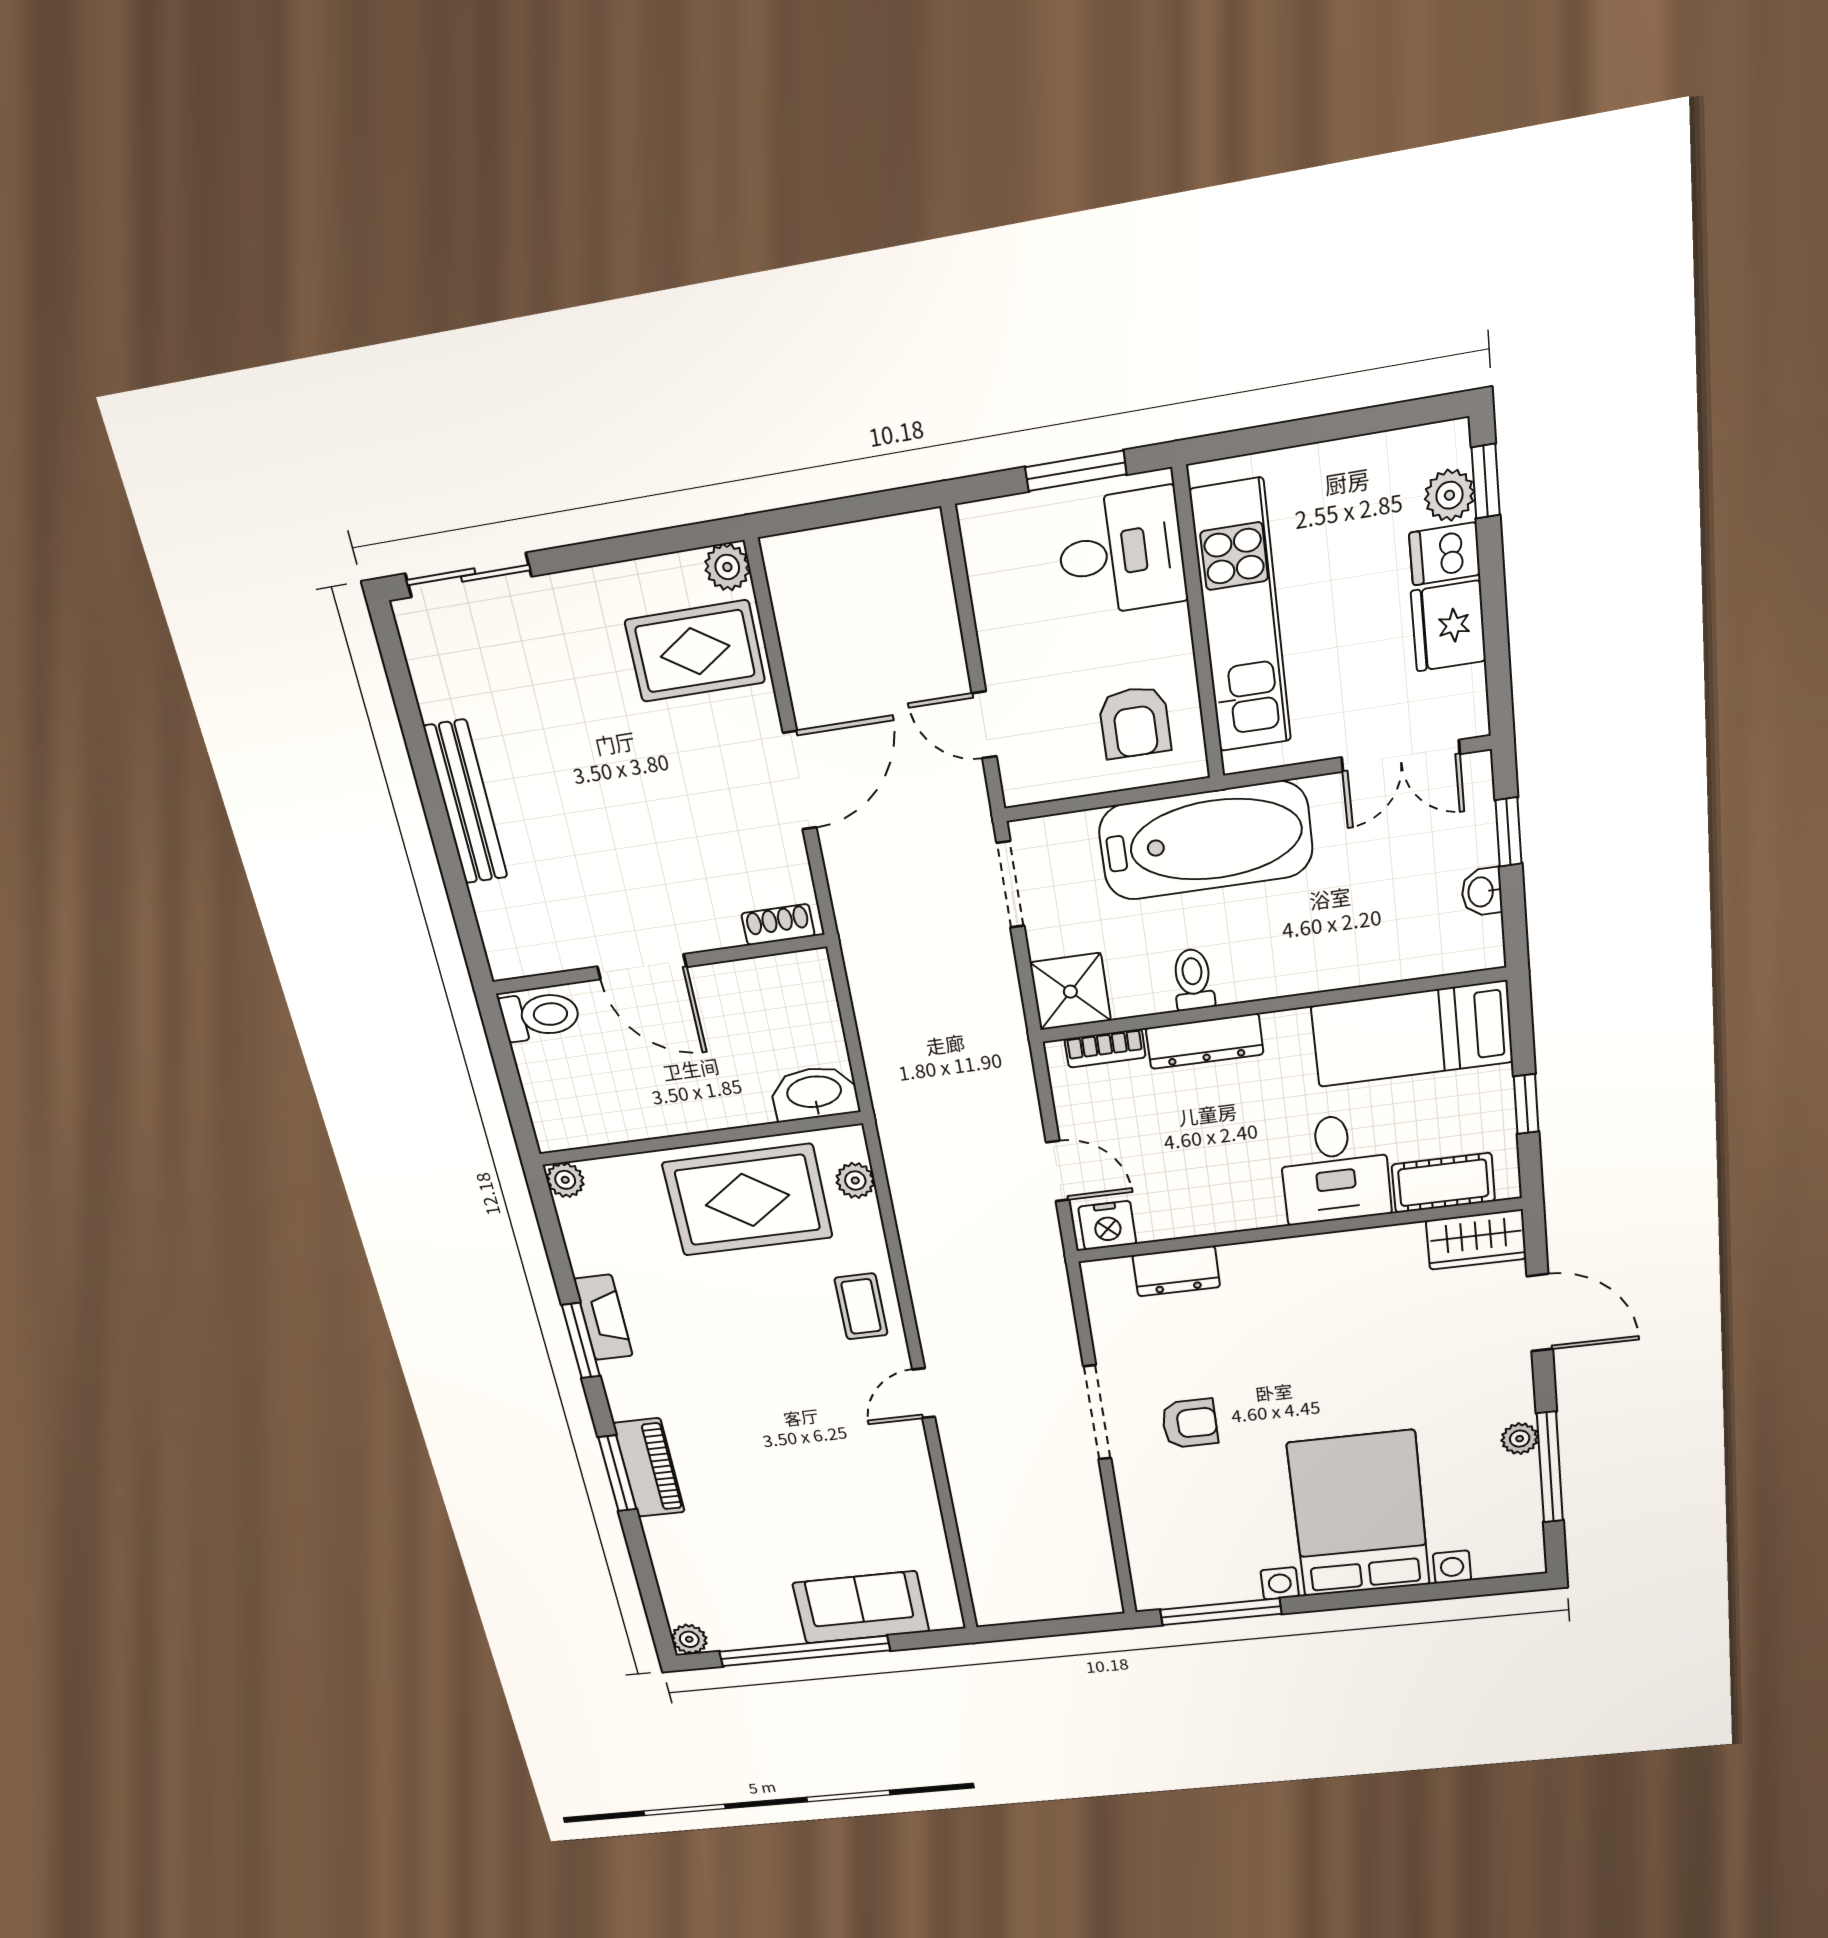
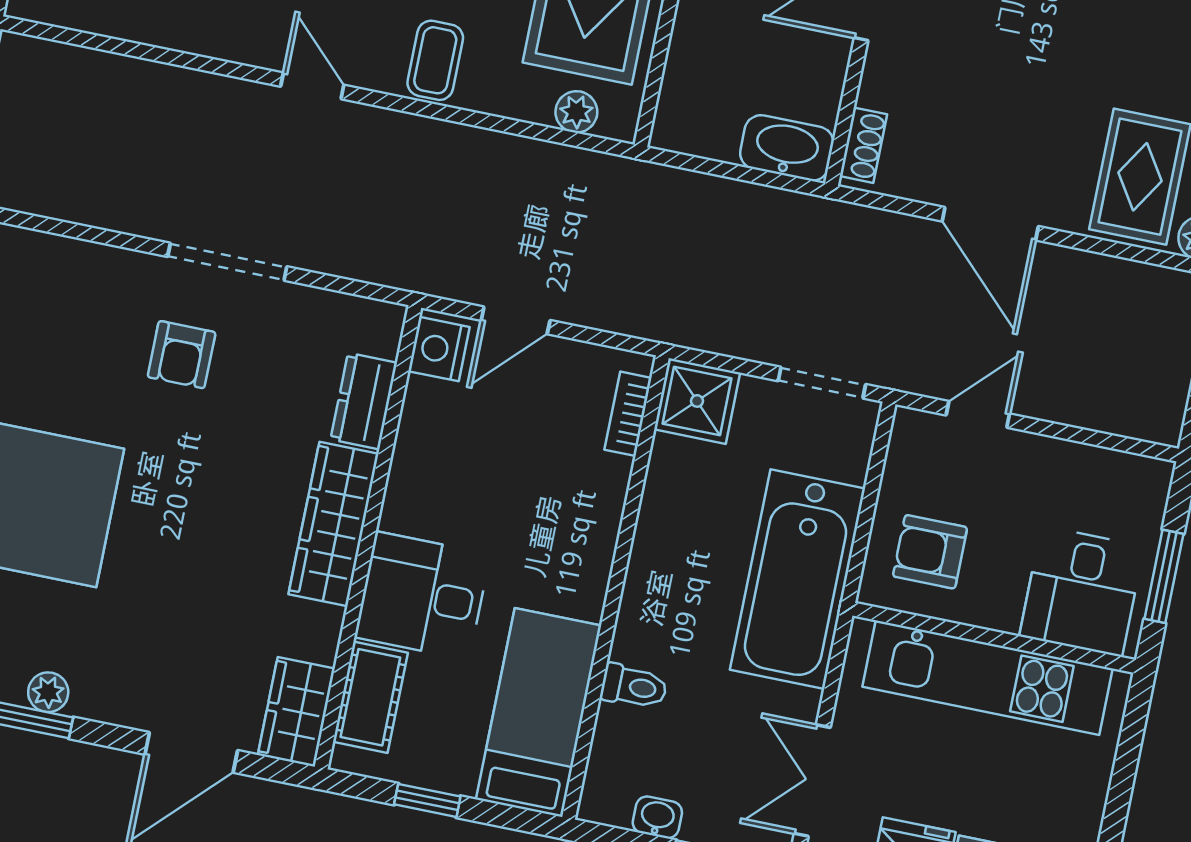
toilet: (1193, 980) -> (634, 686), moved
dresser: (1205, 1041) -> (601, 512), removed
washbasin: (814, 1093) -> (787, 148), moved, turned -90
wardrobe: (1295, 1262) -> (334, 524), added
coffee table: (861, 1306) -> (435, 60), turned 90

